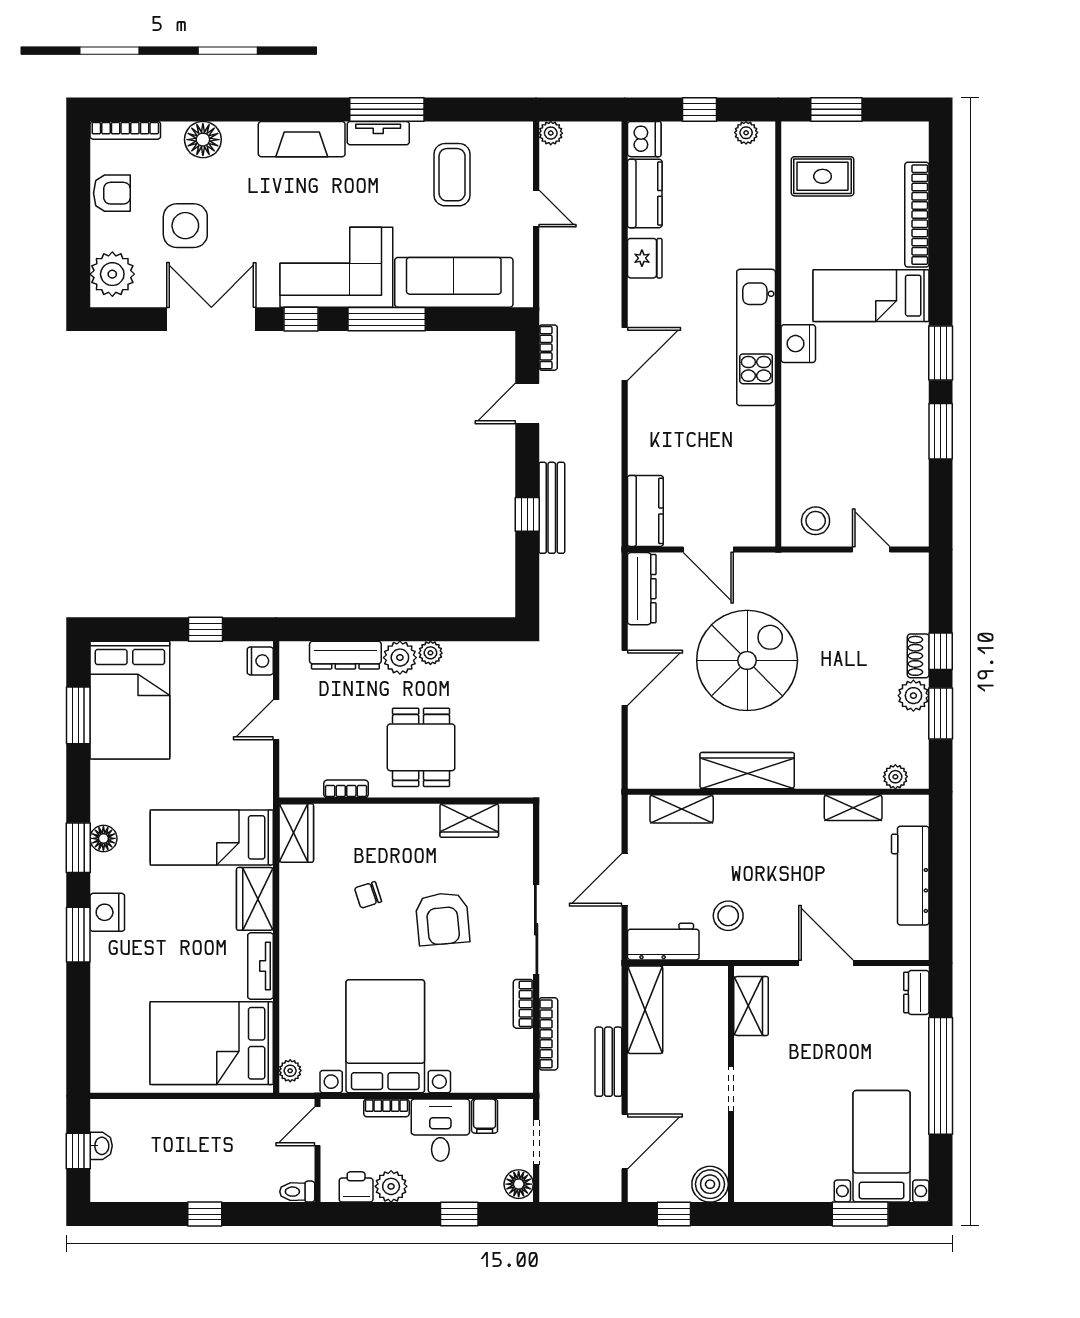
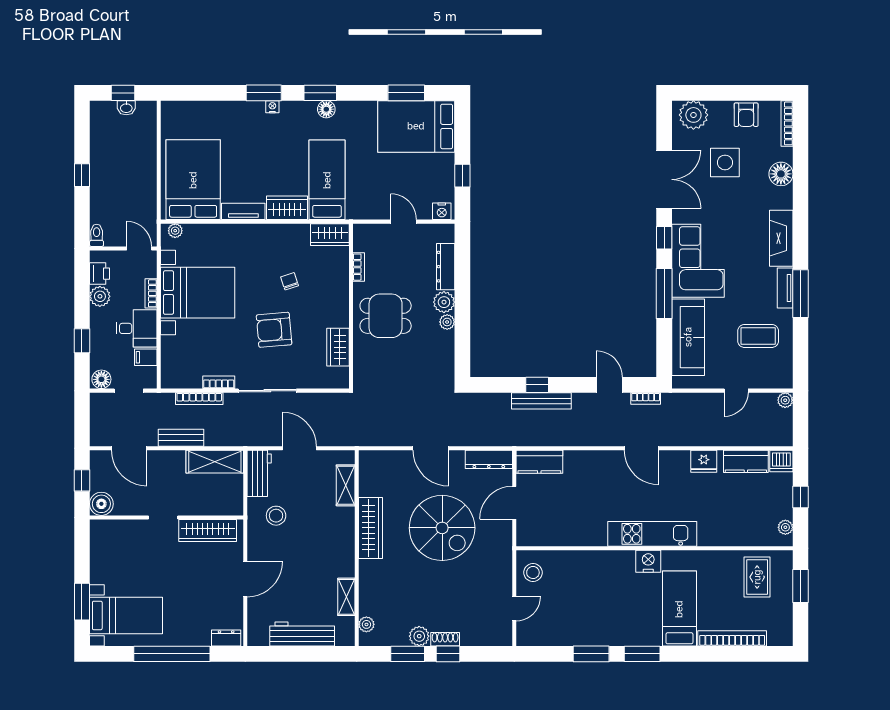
nightstand: (107, 912) -> (272, 107), width x0.53, depth x0.56
wardrobe: (751, 1006) -> (208, 531), width x1.50

